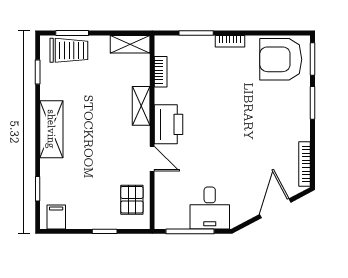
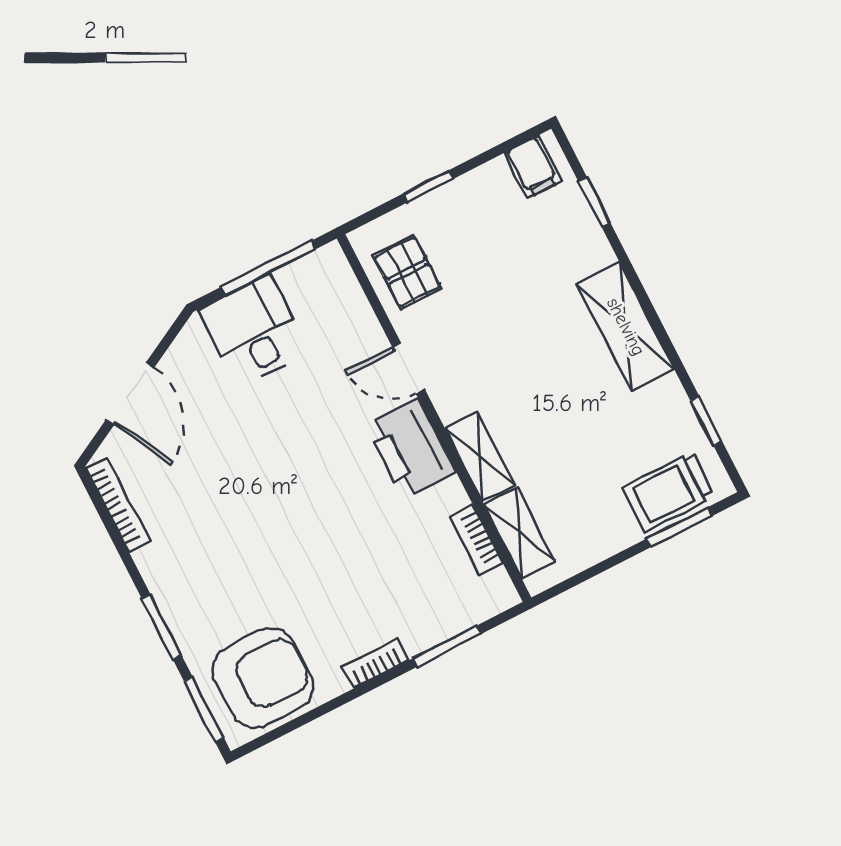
shelving: (130, 44) -> (519, 533), moved, turned 90

